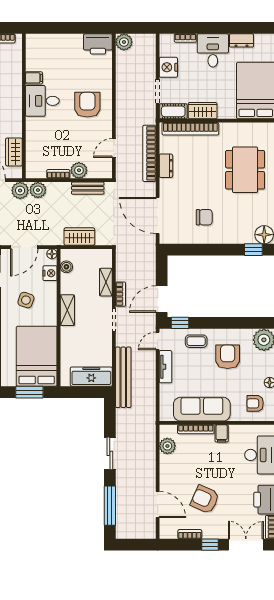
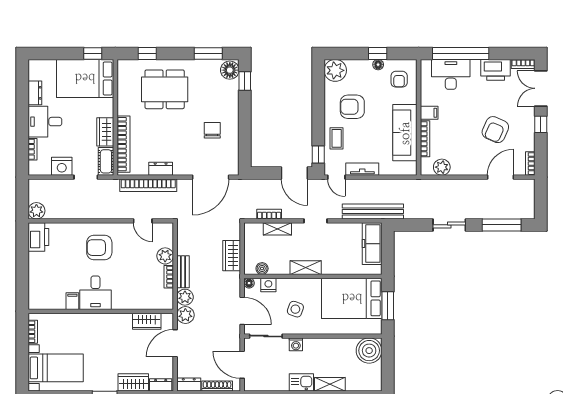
bench: (88, 188) -> (183, 272), moved
bookcase: (121, 294) -> (269, 214), moved
bookcase: (190, 534) -> (530, 164), moved

